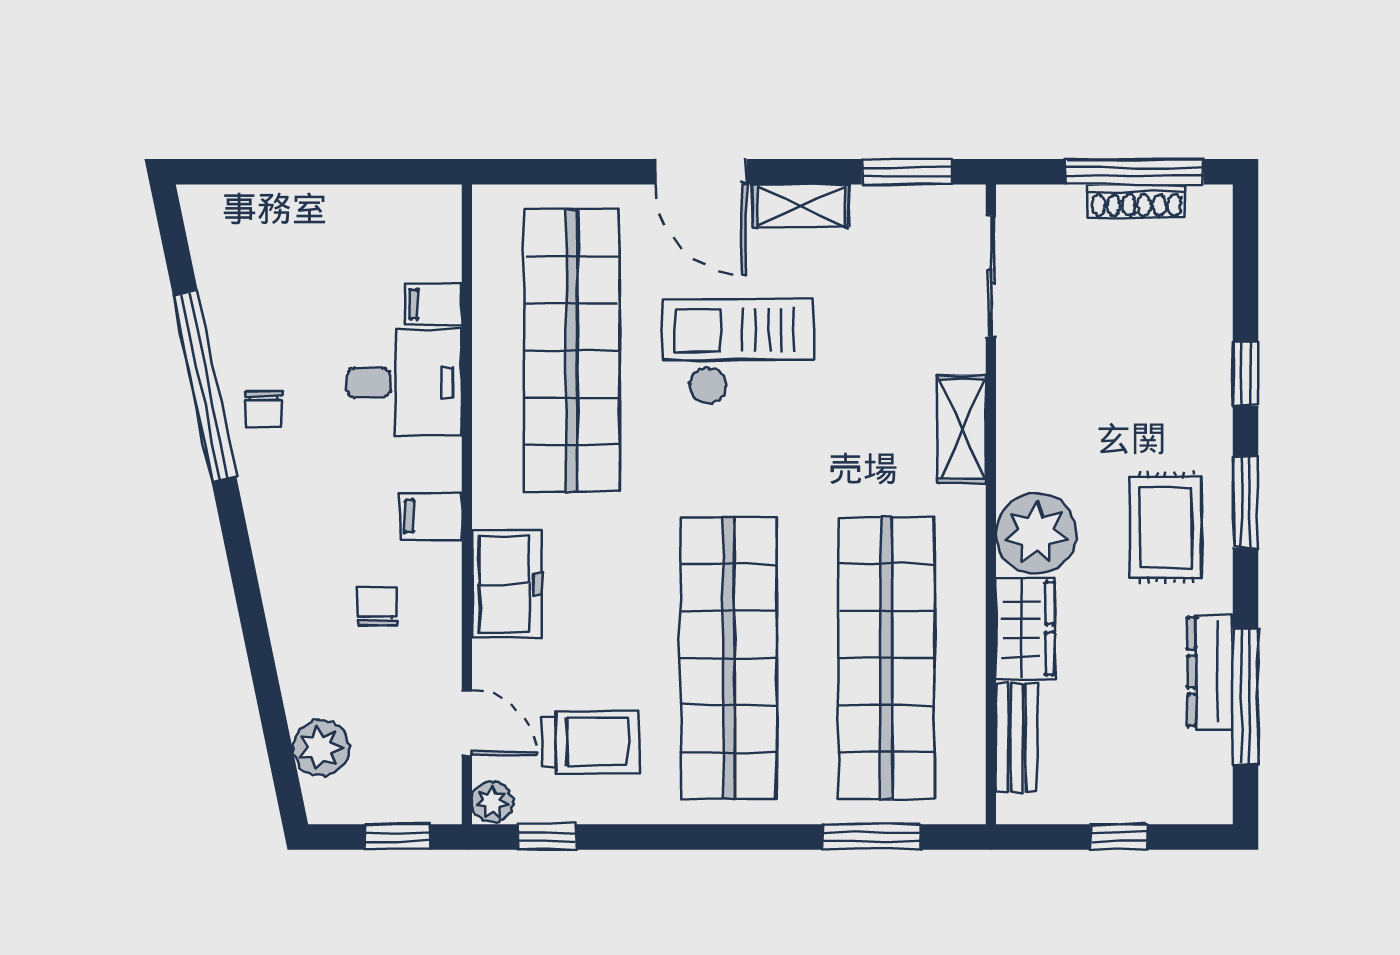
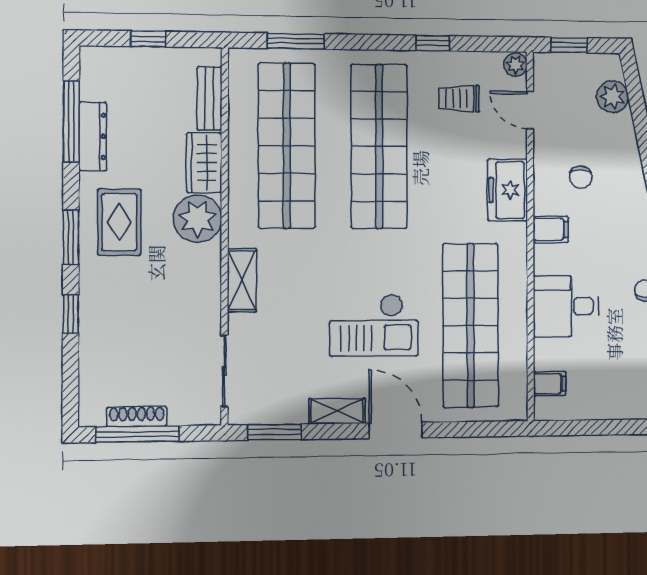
filing cabinet: (434, 304) -> (550, 384), moved
trolley: (591, 742) -> (459, 98), width x0.73, depth x0.72
window: (546, 837) -> (433, 43), moved

